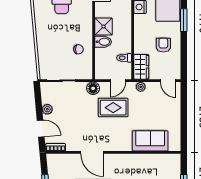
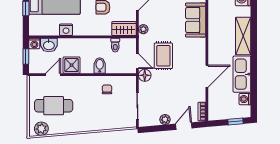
shower: (104, 27) -> (72, 65), moved
door: (118, 81) -> (137, 61), moved

